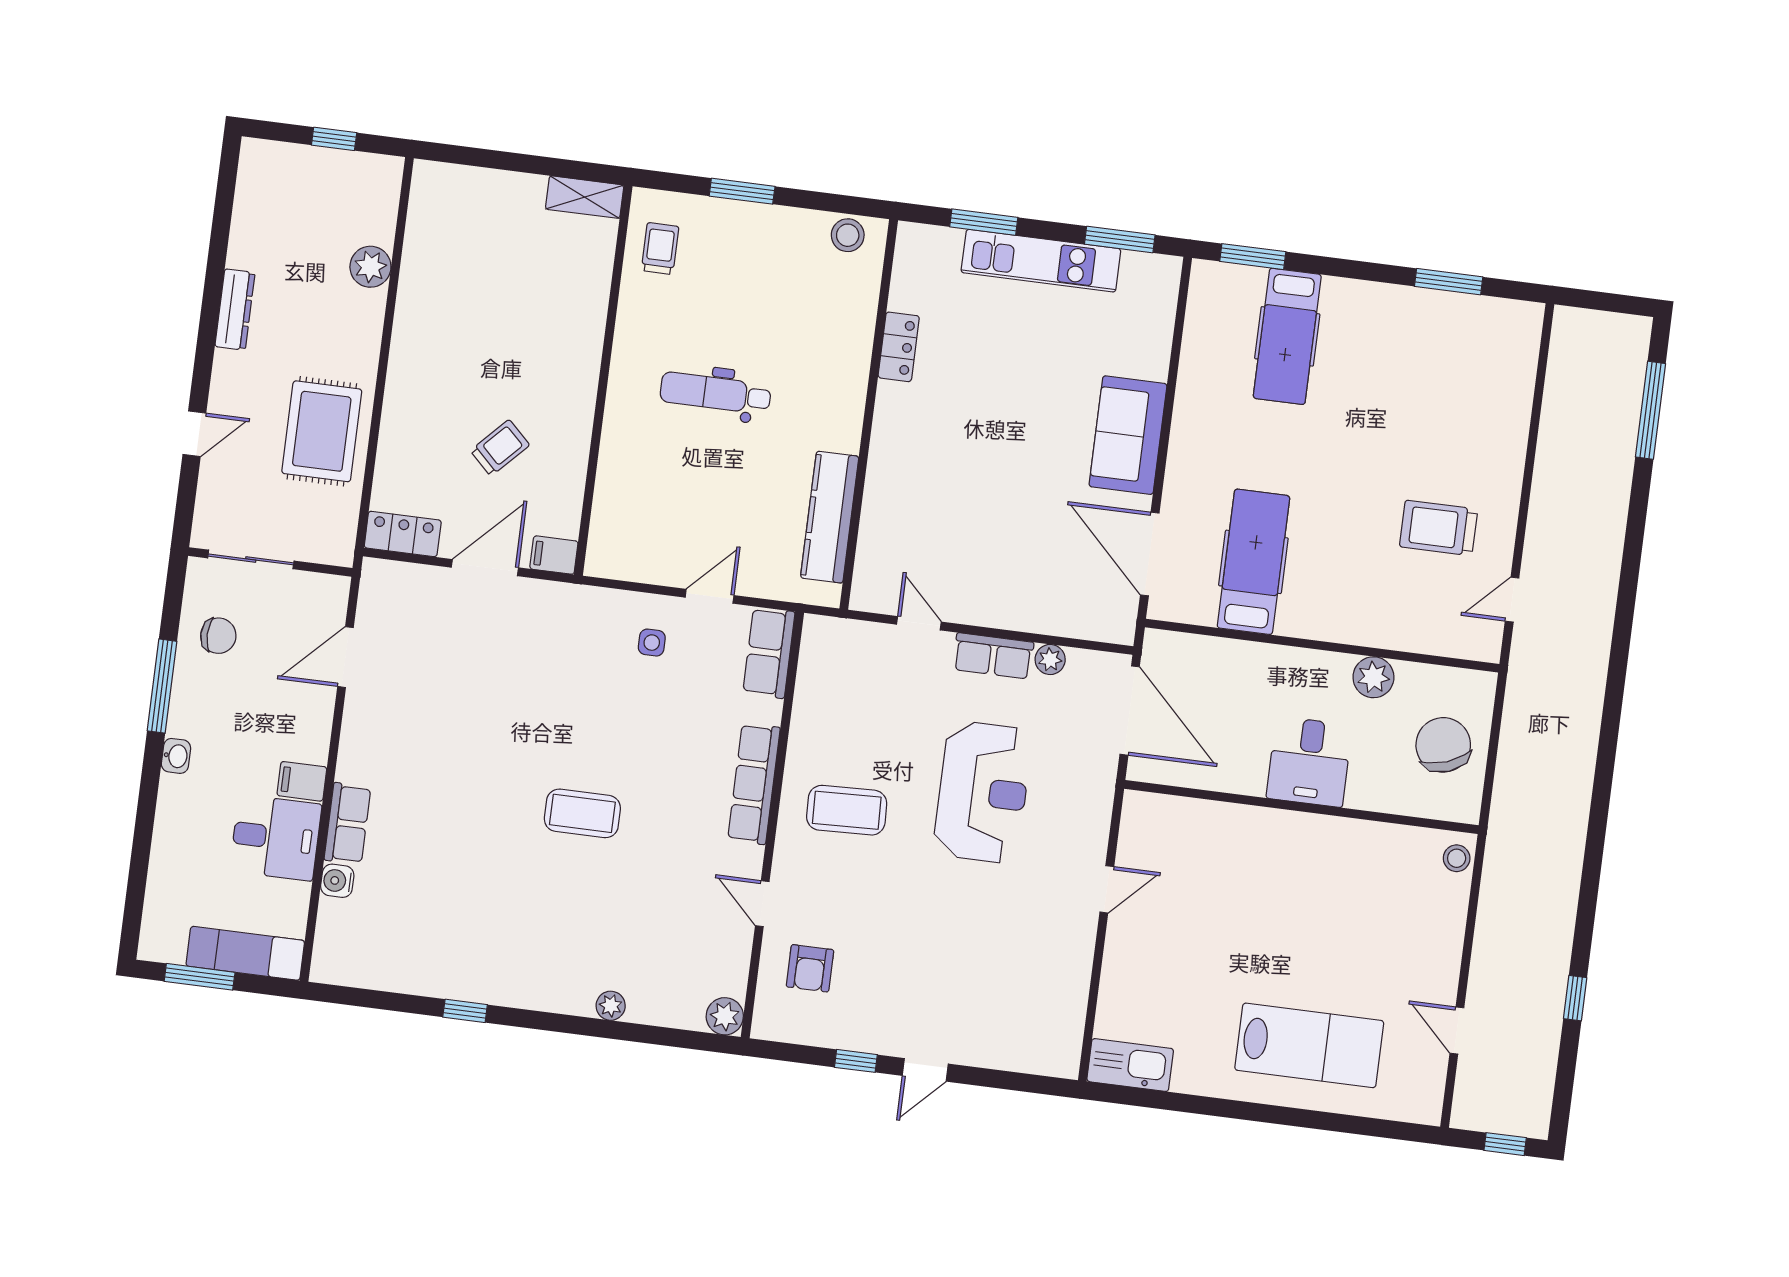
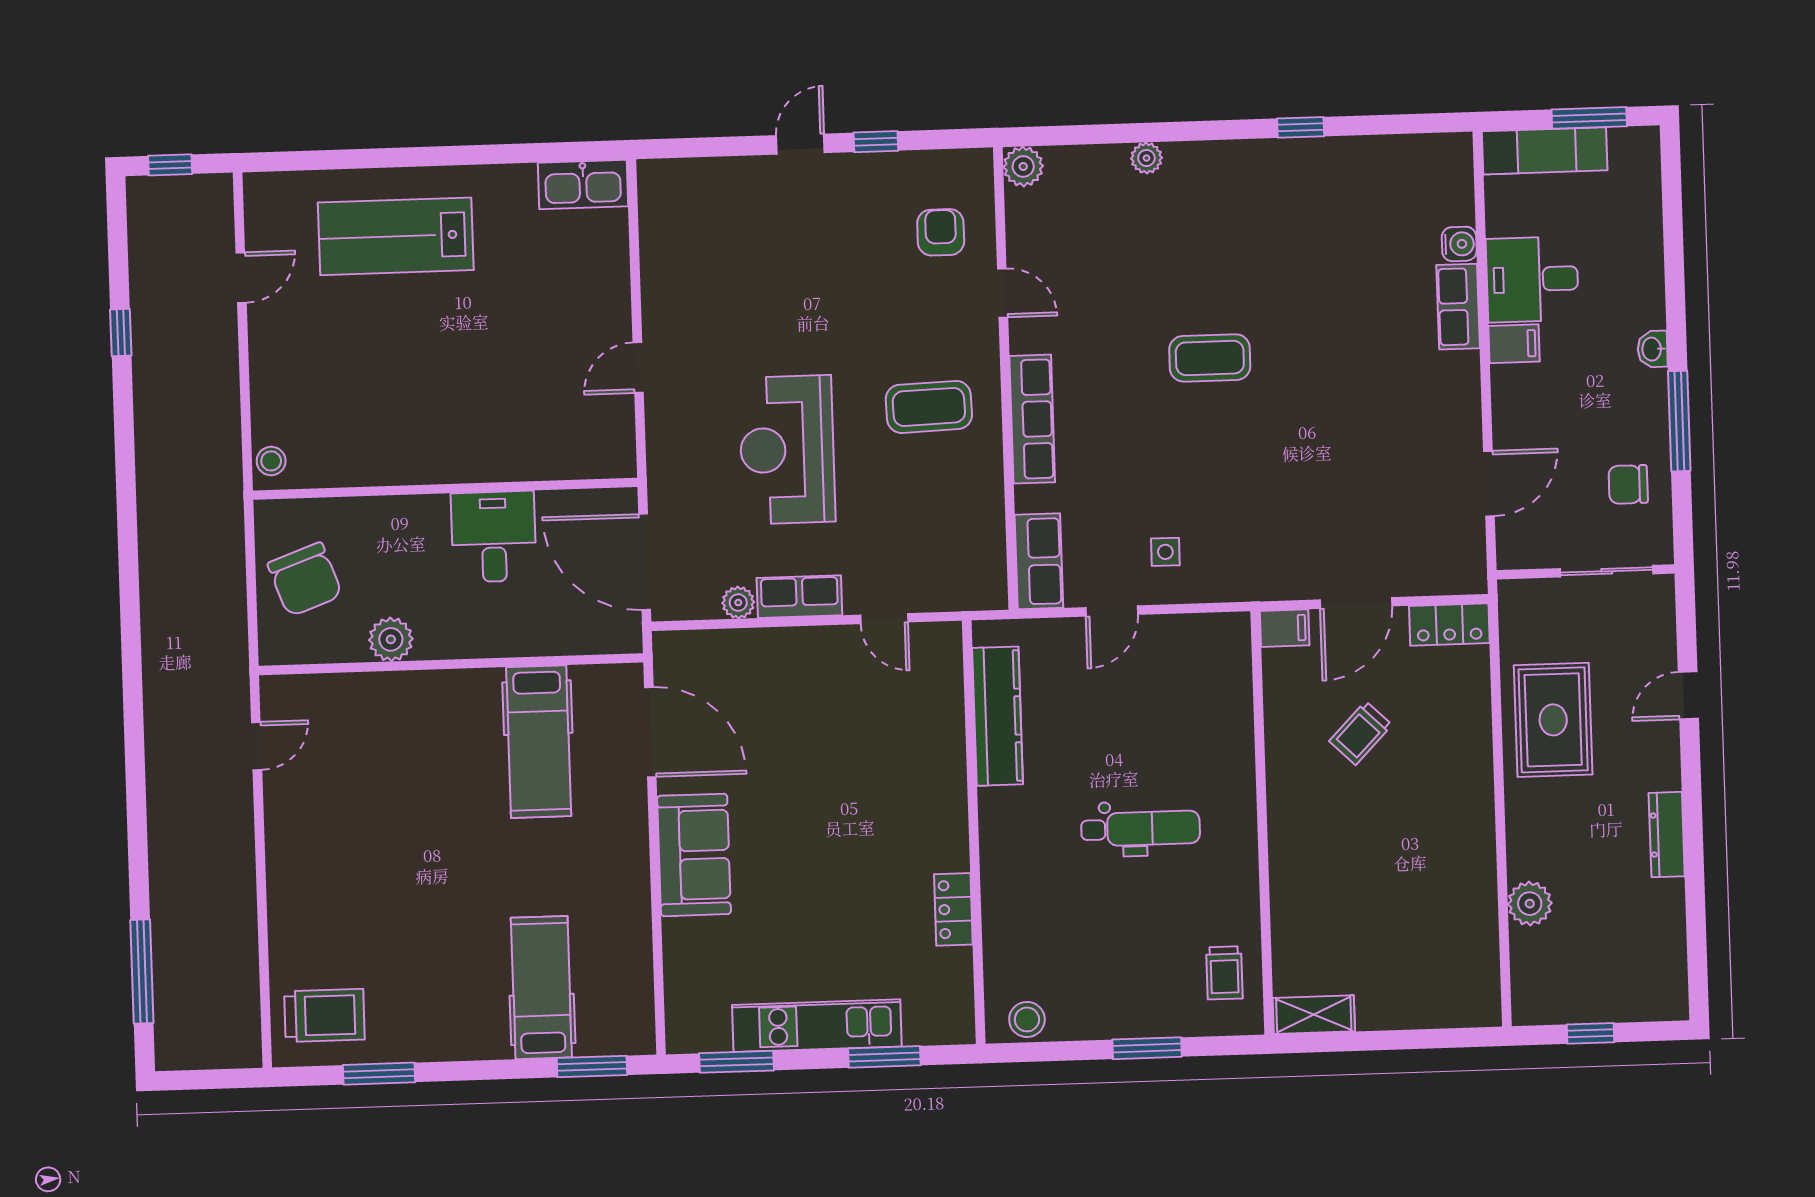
trolley: (1439, 528) -> (324, 1015), moved
desk: (1309, 762) -> (494, 537), moved
door: (1457, 1030) -> (241, 278), hinge flipped

